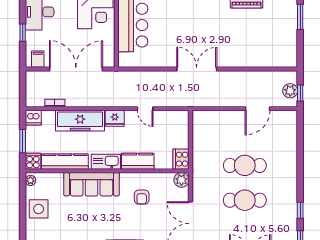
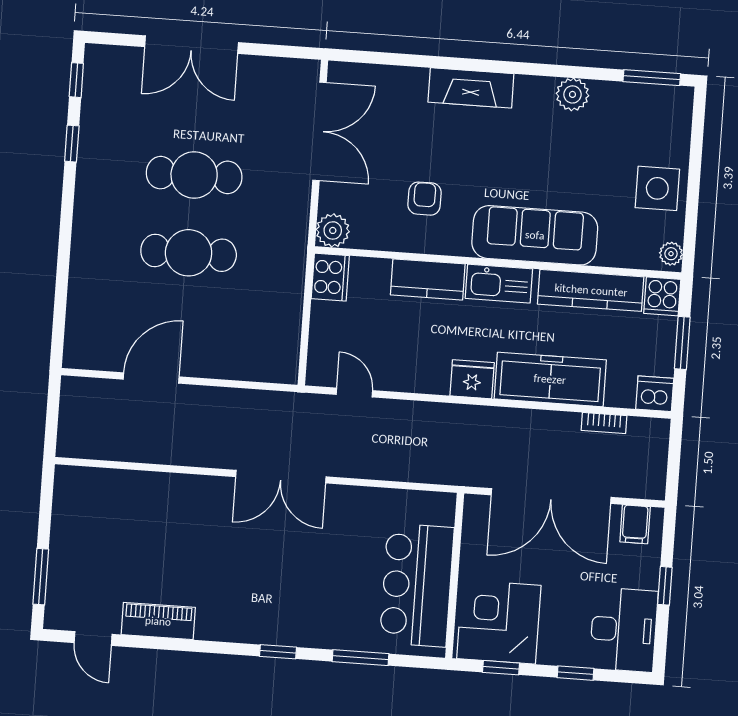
plant: (290, 91) -> (75, 413), removed
window: (300, 93) -> (53, 406), removed
door: (145, 109) -> (354, 393), moved

